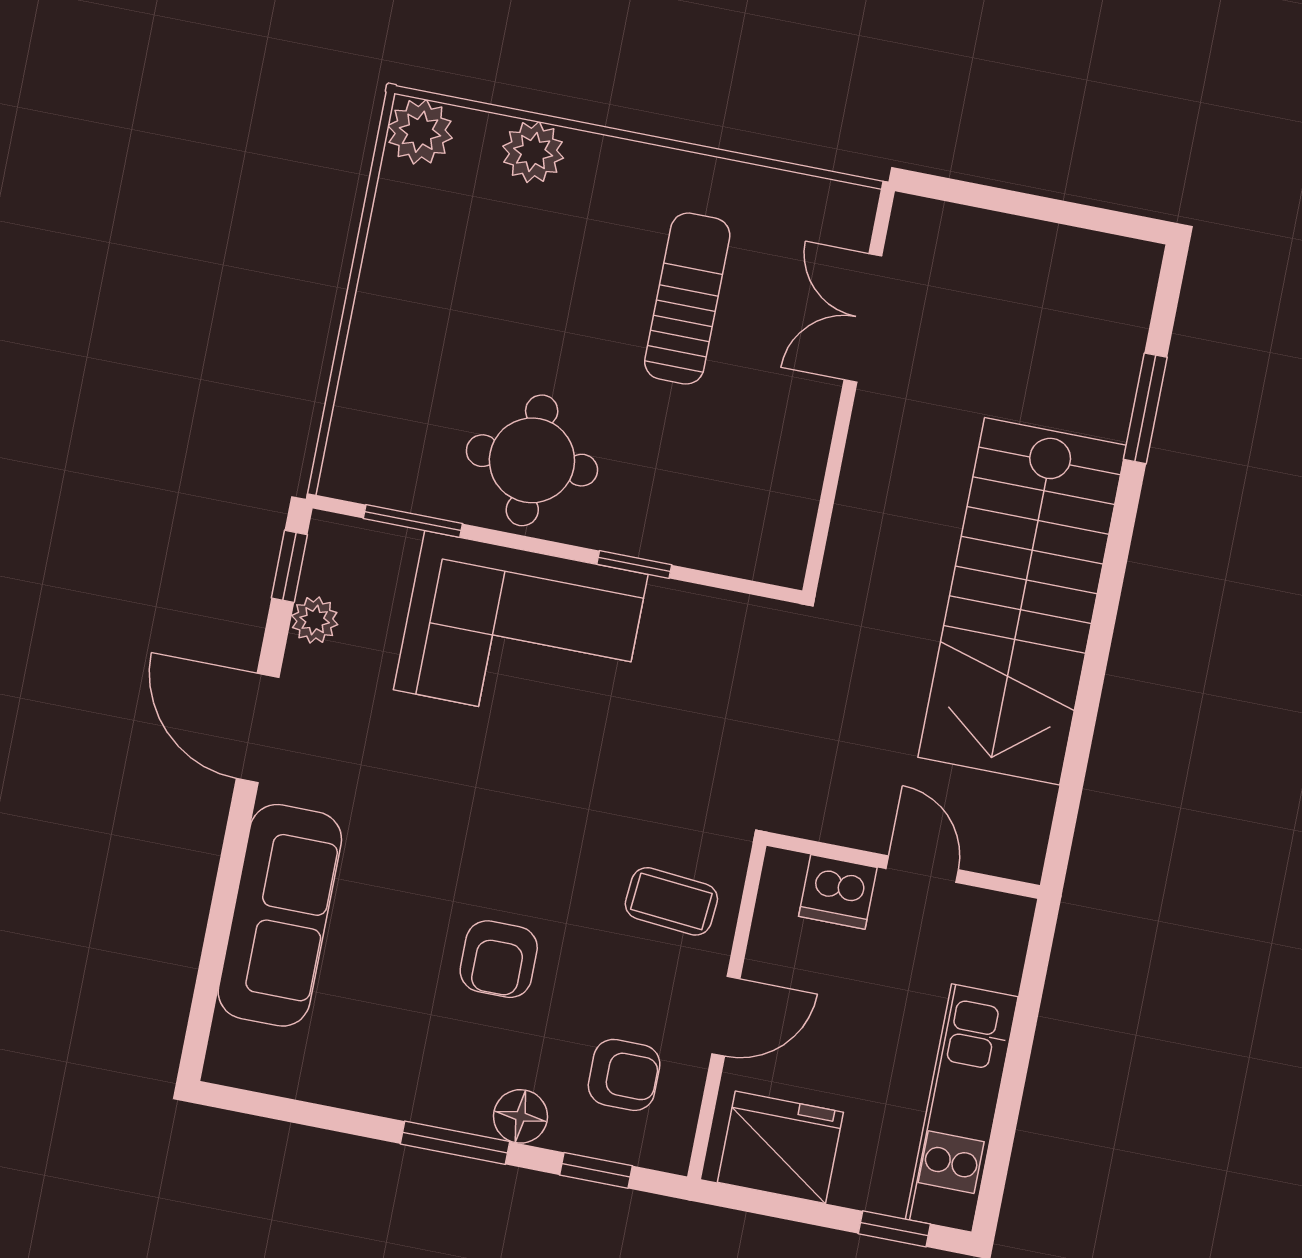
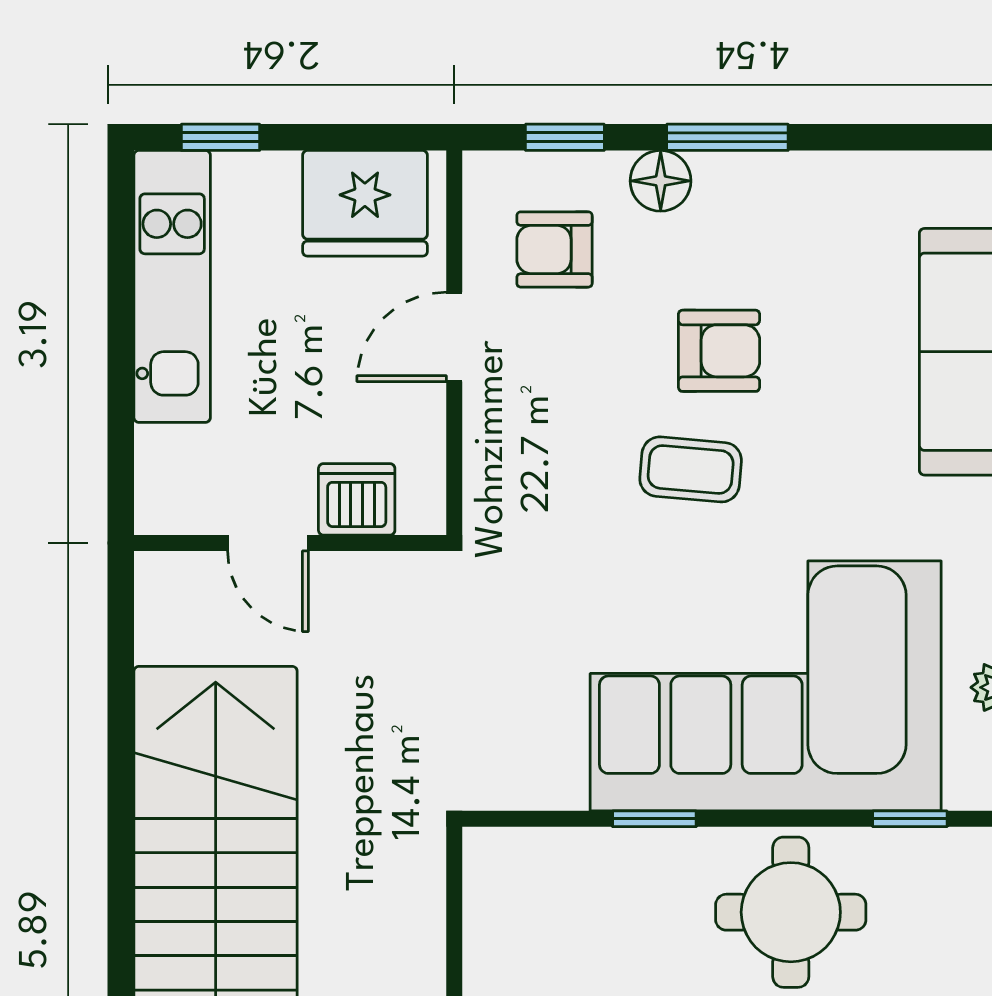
window: (413, 521) -> (910, 819), width x0.67
corner sofa: (521, 632) -> (766, 686), width x1.36, depth x1.36
coffee table: (671, 901) -> (691, 469), moved
armchair: (499, 959) -> (719, 351), turned 90

